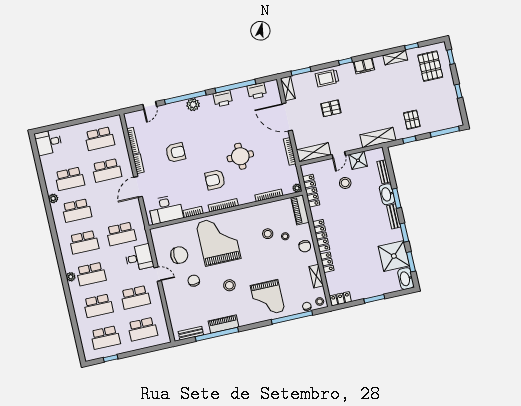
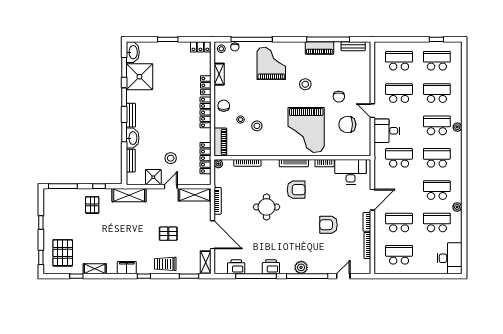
trolley: (327, 78) -> (165, 264), turned 180
desk: (48, 142) -> (450, 258), width x1.37

